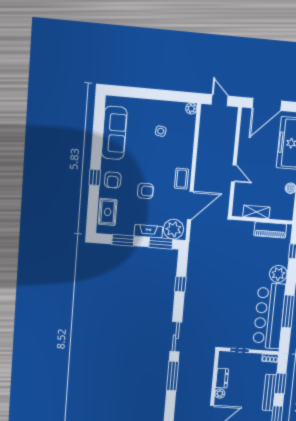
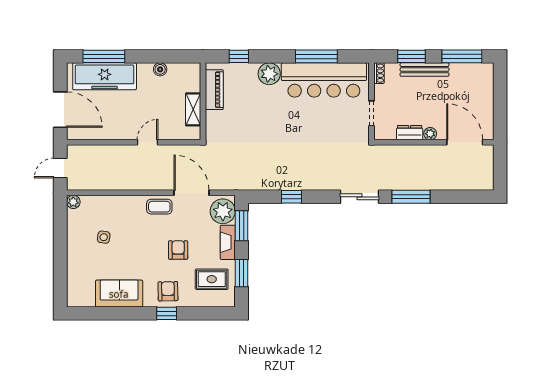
sofa: (114, 133) -> (119, 294), width x0.73
armchair: (113, 180) -> (168, 291), turned -91
rug: (108, 212) -> (212, 279), moved

